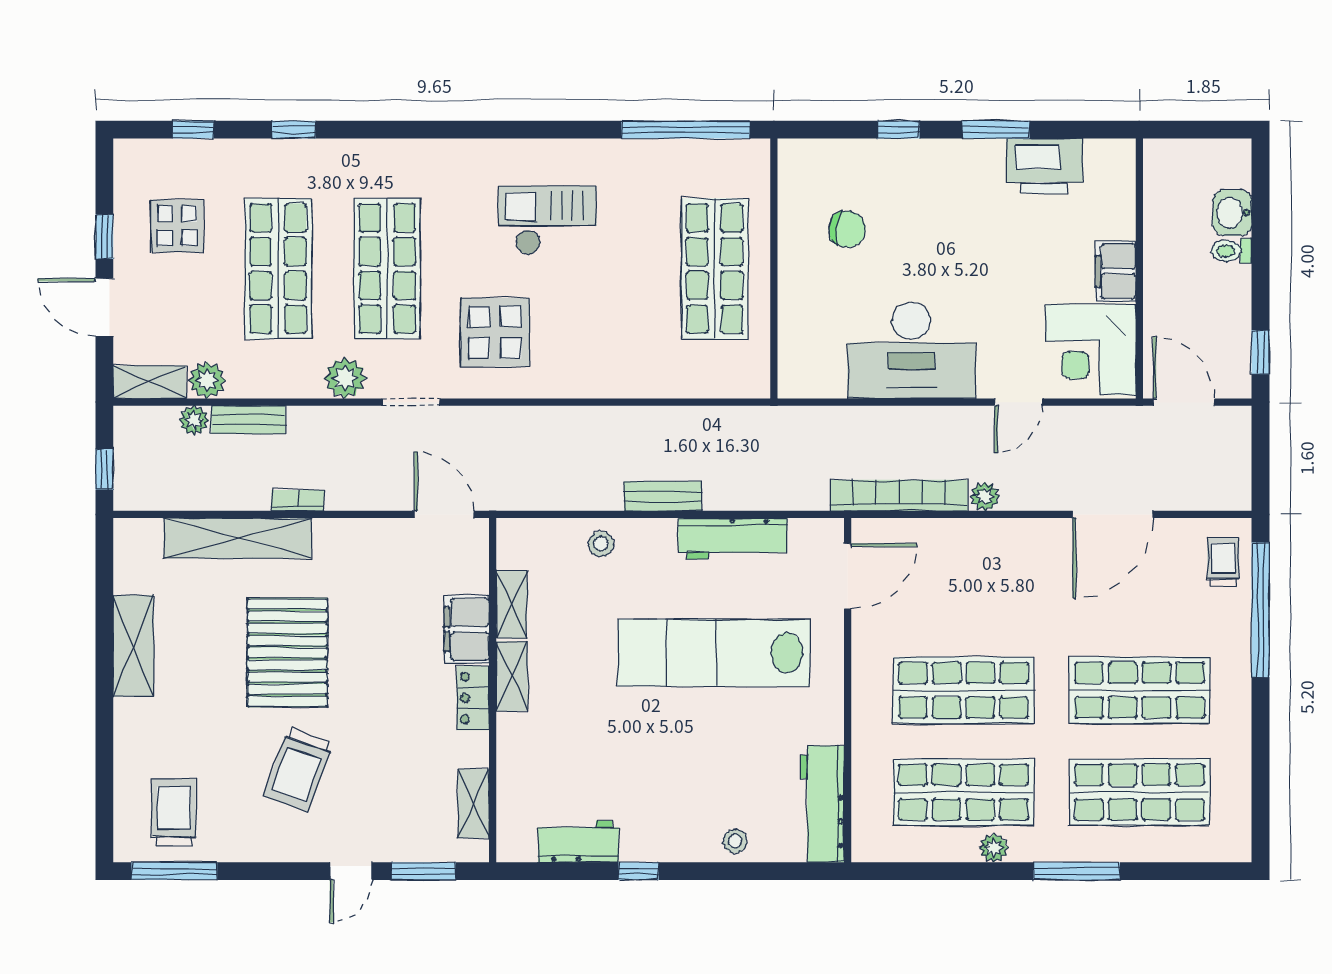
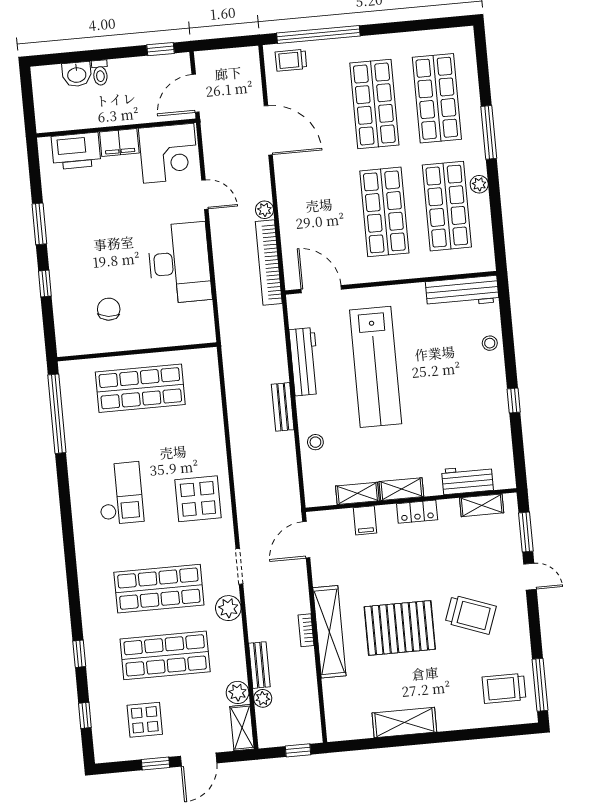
printer: (1045, 166) -> (76, 151), moved, turned 90
checkout: (547, 220) -> (120, 493), turned 180
display table: (495, 332) -> (198, 499), moved
shelving: (238, 538) -> (329, 632), moved
filing cabinet: (467, 629) -> (365, 520), width x0.50
workbench: (578, 842) -> (467, 480), moved, turned 90

